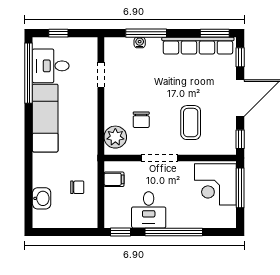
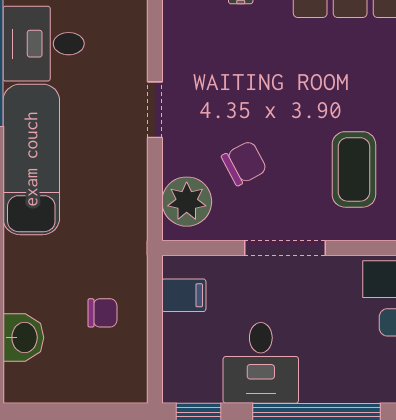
doorway: (101, 75) -> (155, 110), moved
chair: (141, 120) -> (244, 163), turned -118

